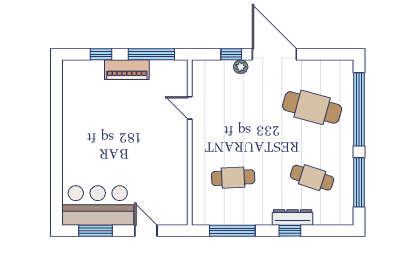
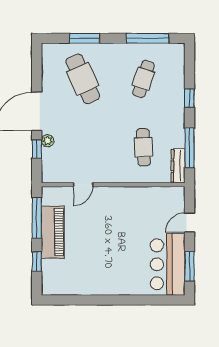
piano: (127, 70) -> (53, 232), width x1.37, depth x1.33
cafe table: (312, 107) -> (83, 79), turned -39
window: (359, 109) -> (84, 38), width x0.47
dresser: (293, 218) -> (178, 166), moved

